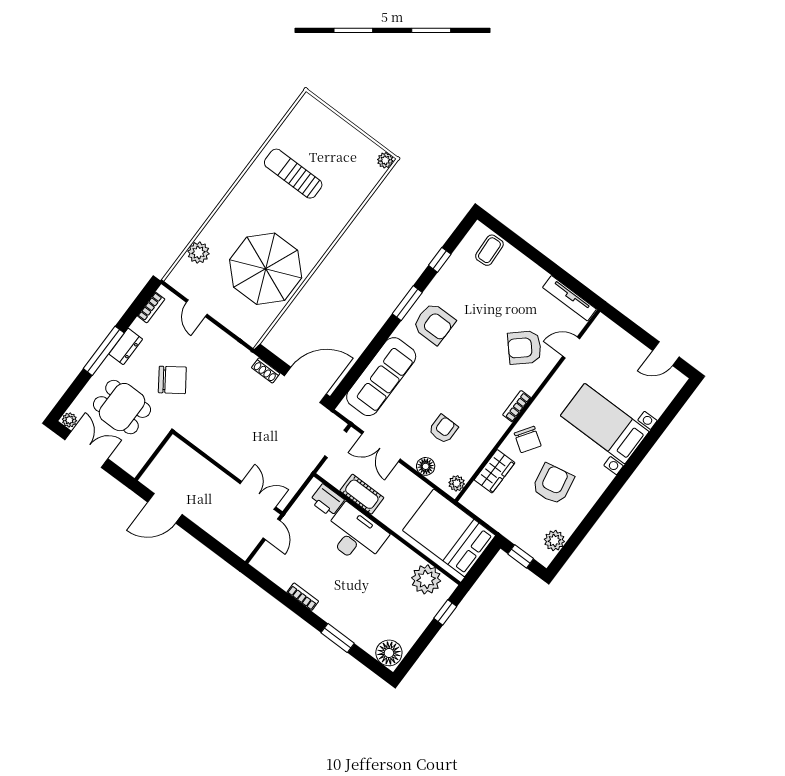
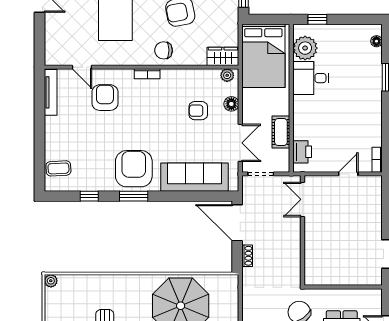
armchair: (434, 324) -> (134, 169), width x1.36, depth x1.36
armchair: (524, 348) -> (105, 98), turned -138
chair: (528, 439) -> (164, 50), turned -124
wardrobe: (495, 471) -> (223, 56), moved
wall: (228, 473) -> (302, 230), moved
double door: (258, 495) -> (302, 199), moved
desk: (355, 535) -> (311, 78), moved, width x0.73
bookcase: (303, 597) -> (377, 160), moved
floor lamp: (389, 653) -> (376, 41), width x0.53, depth x0.53

